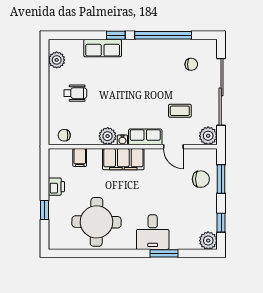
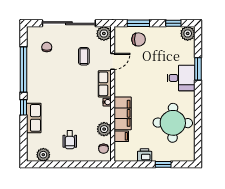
wheelchair: (75, 93) -> (70, 140), turned 180
plant: (108, 136) -> (104, 129), moved
filing cabinet: (123, 159) -> (123, 113), moved
chair: (201, 179) -> (139, 39), turned 90

